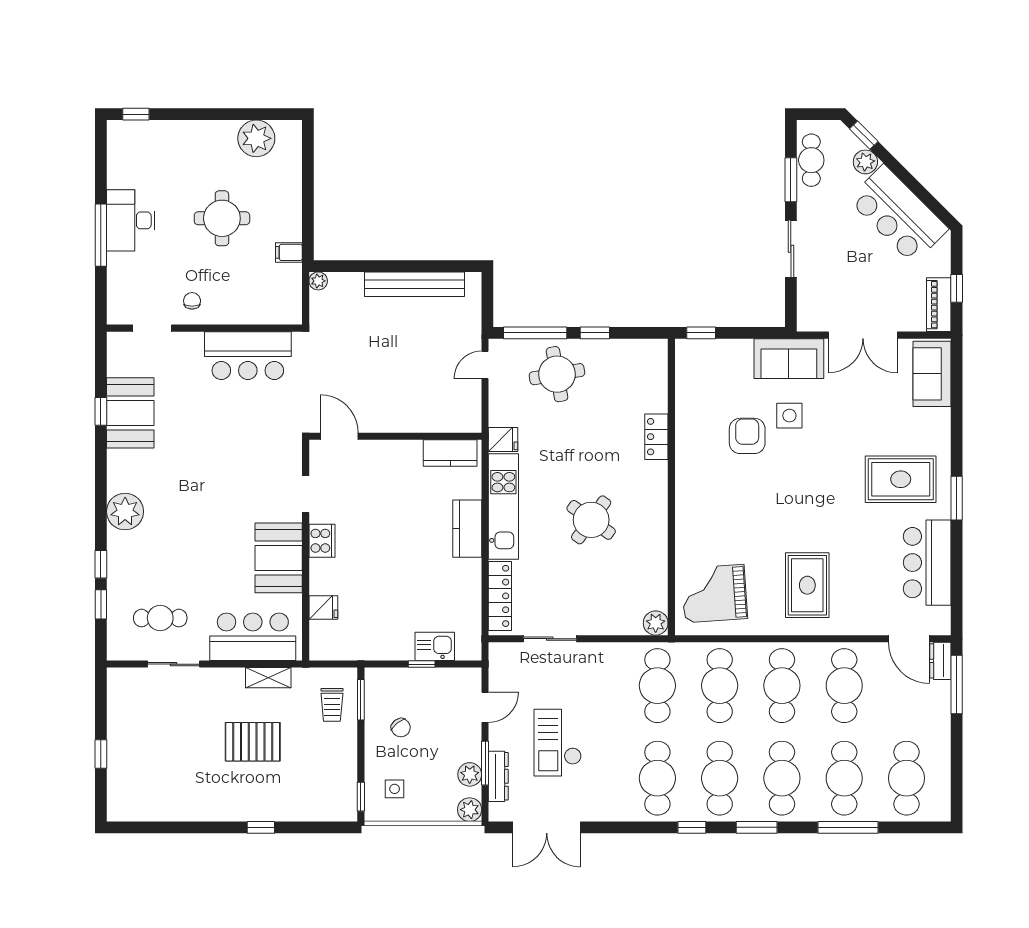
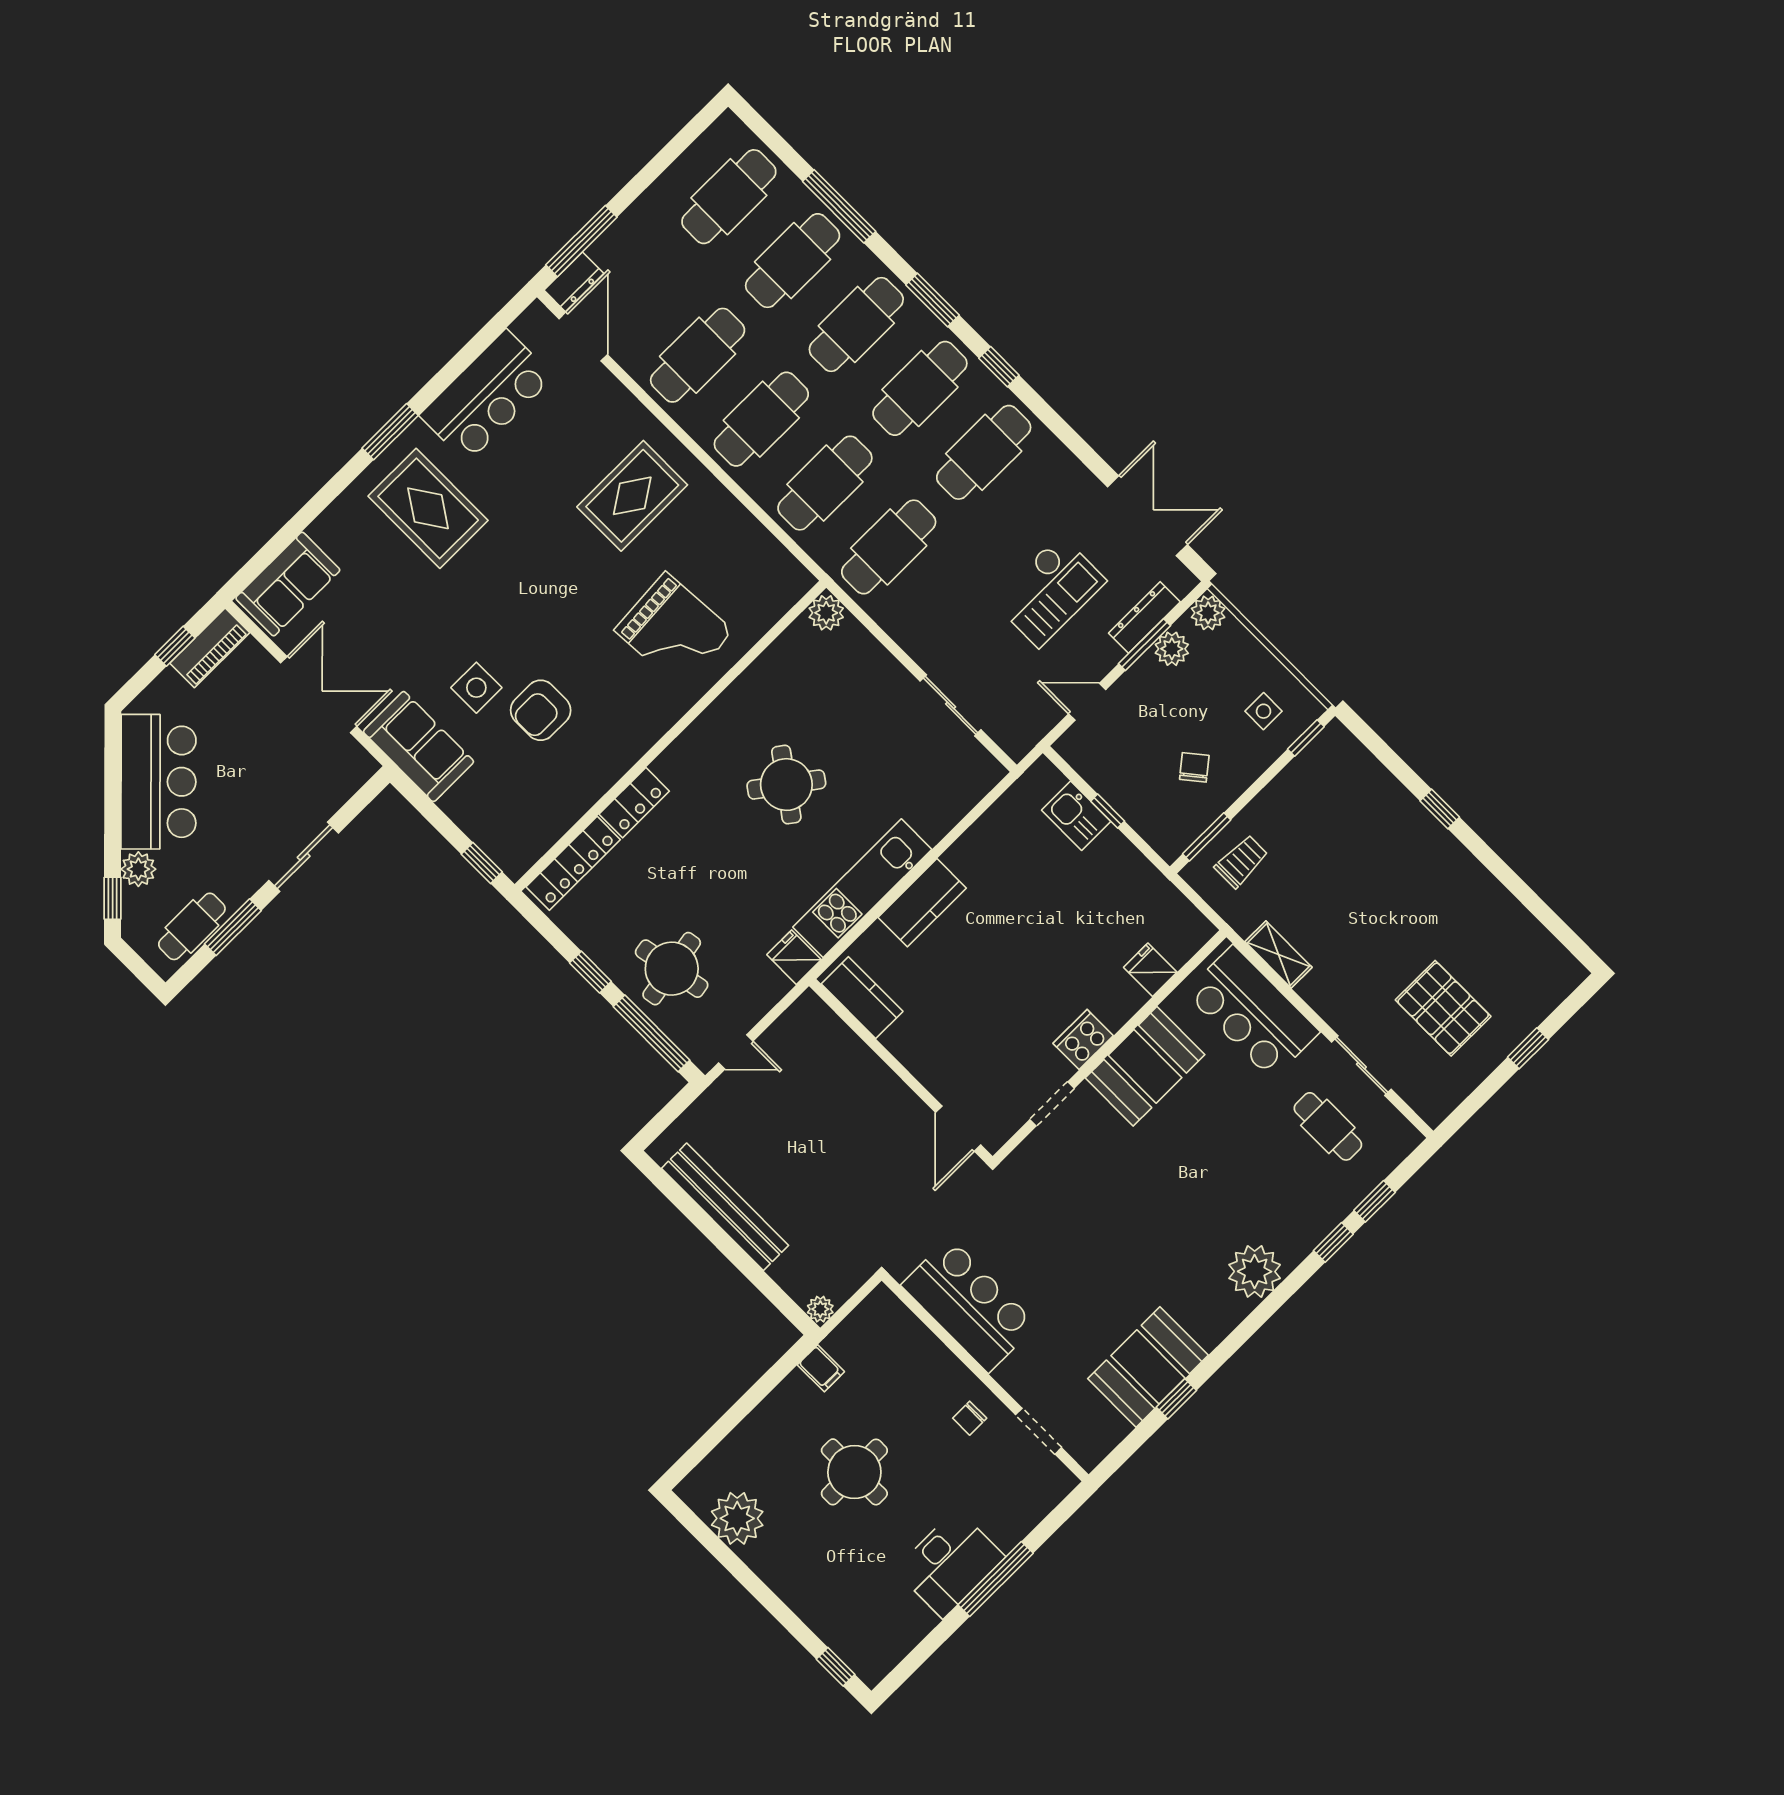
grand piano: (714, 594) -> (674, 630), moved
locker: (500, 596) -> (573, 863), moved, turned 180
pallet: (253, 742) -> (1443, 1008), moved

